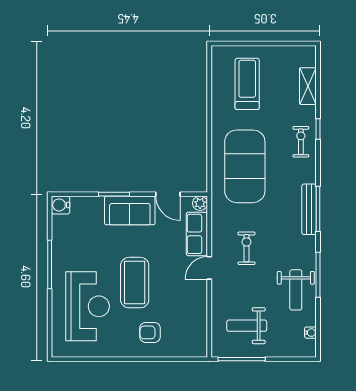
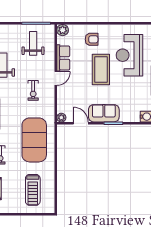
row of seats: (197, 234) -> (63, 58), moved
weight bench: (247, 326) -> (33, 43), turned -90
plant: (198, 348) -> (63, 30), added

